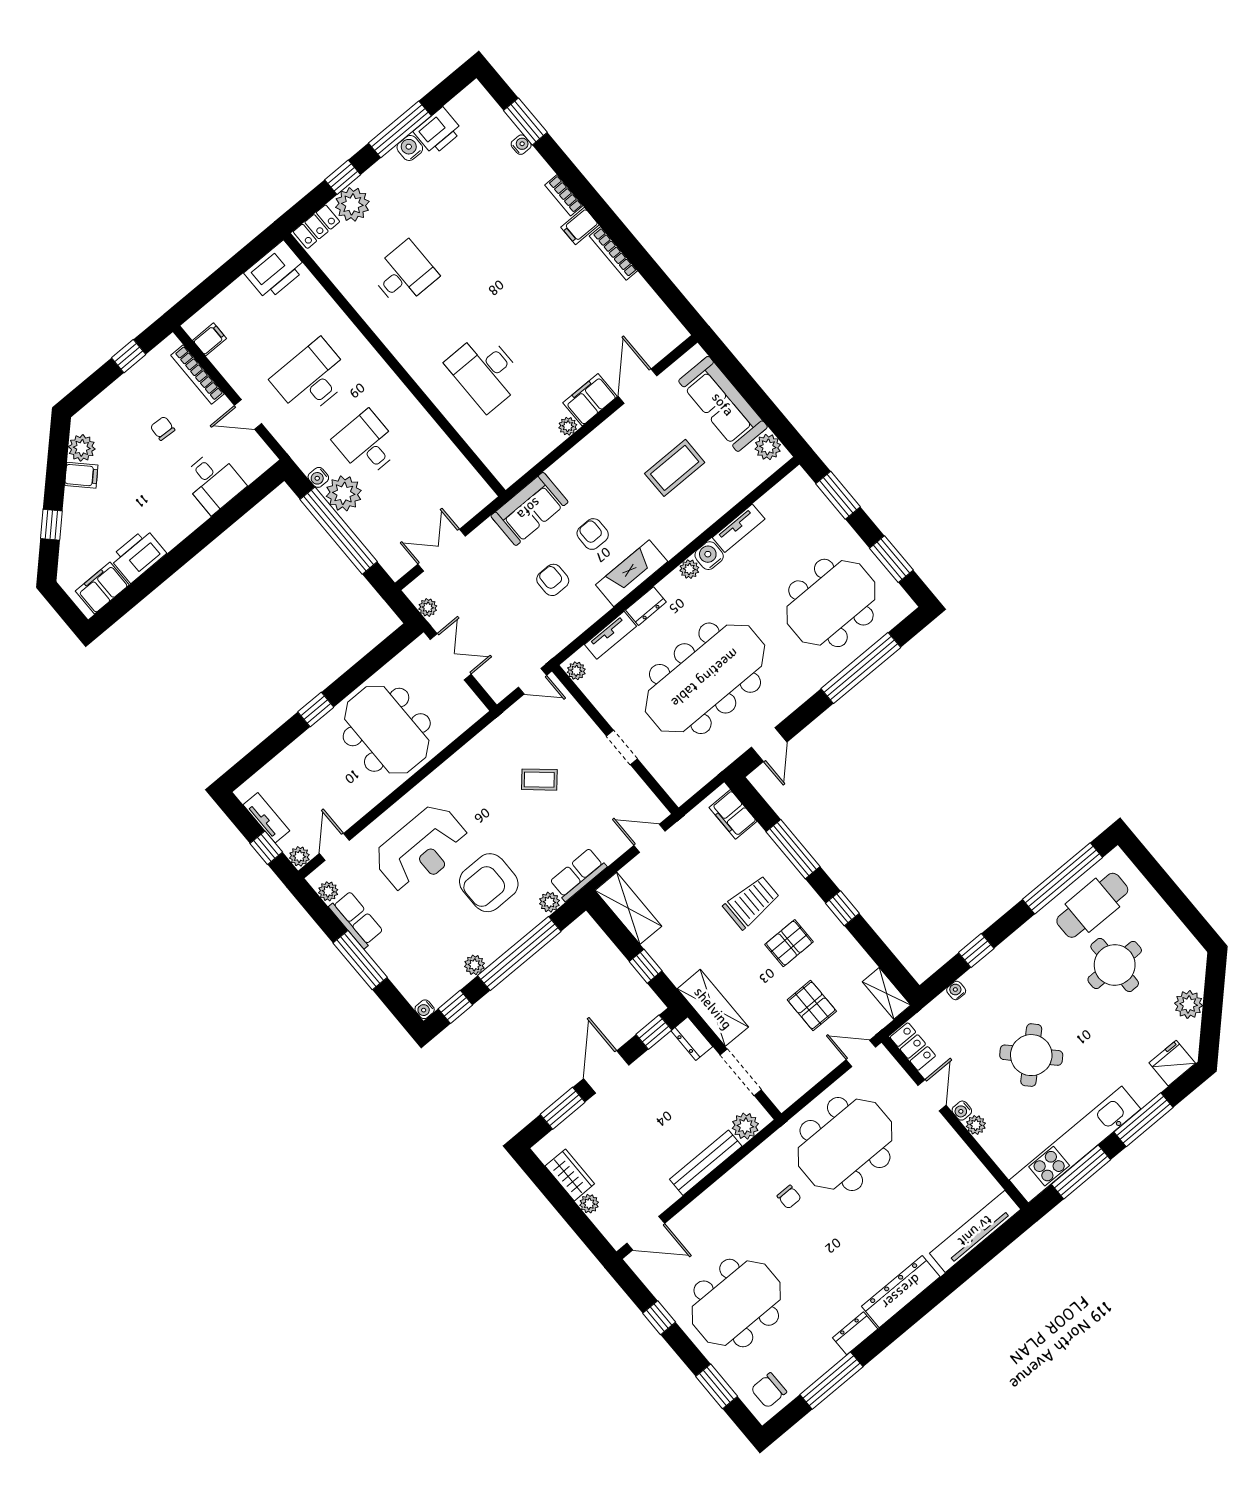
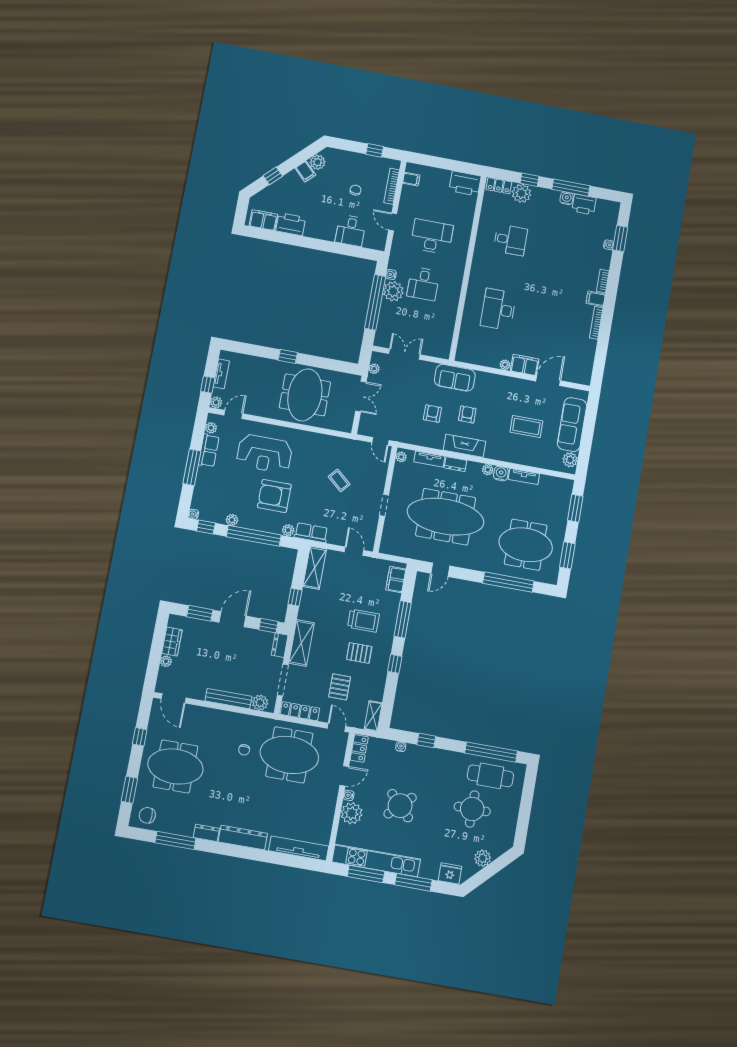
desk: (367, 444) -> (423, 284), turned 180
locker: (800, 1083) -> (300, 711), added
plant: (976, 1125) -> (352, 813), width x1.87, depth x1.87

